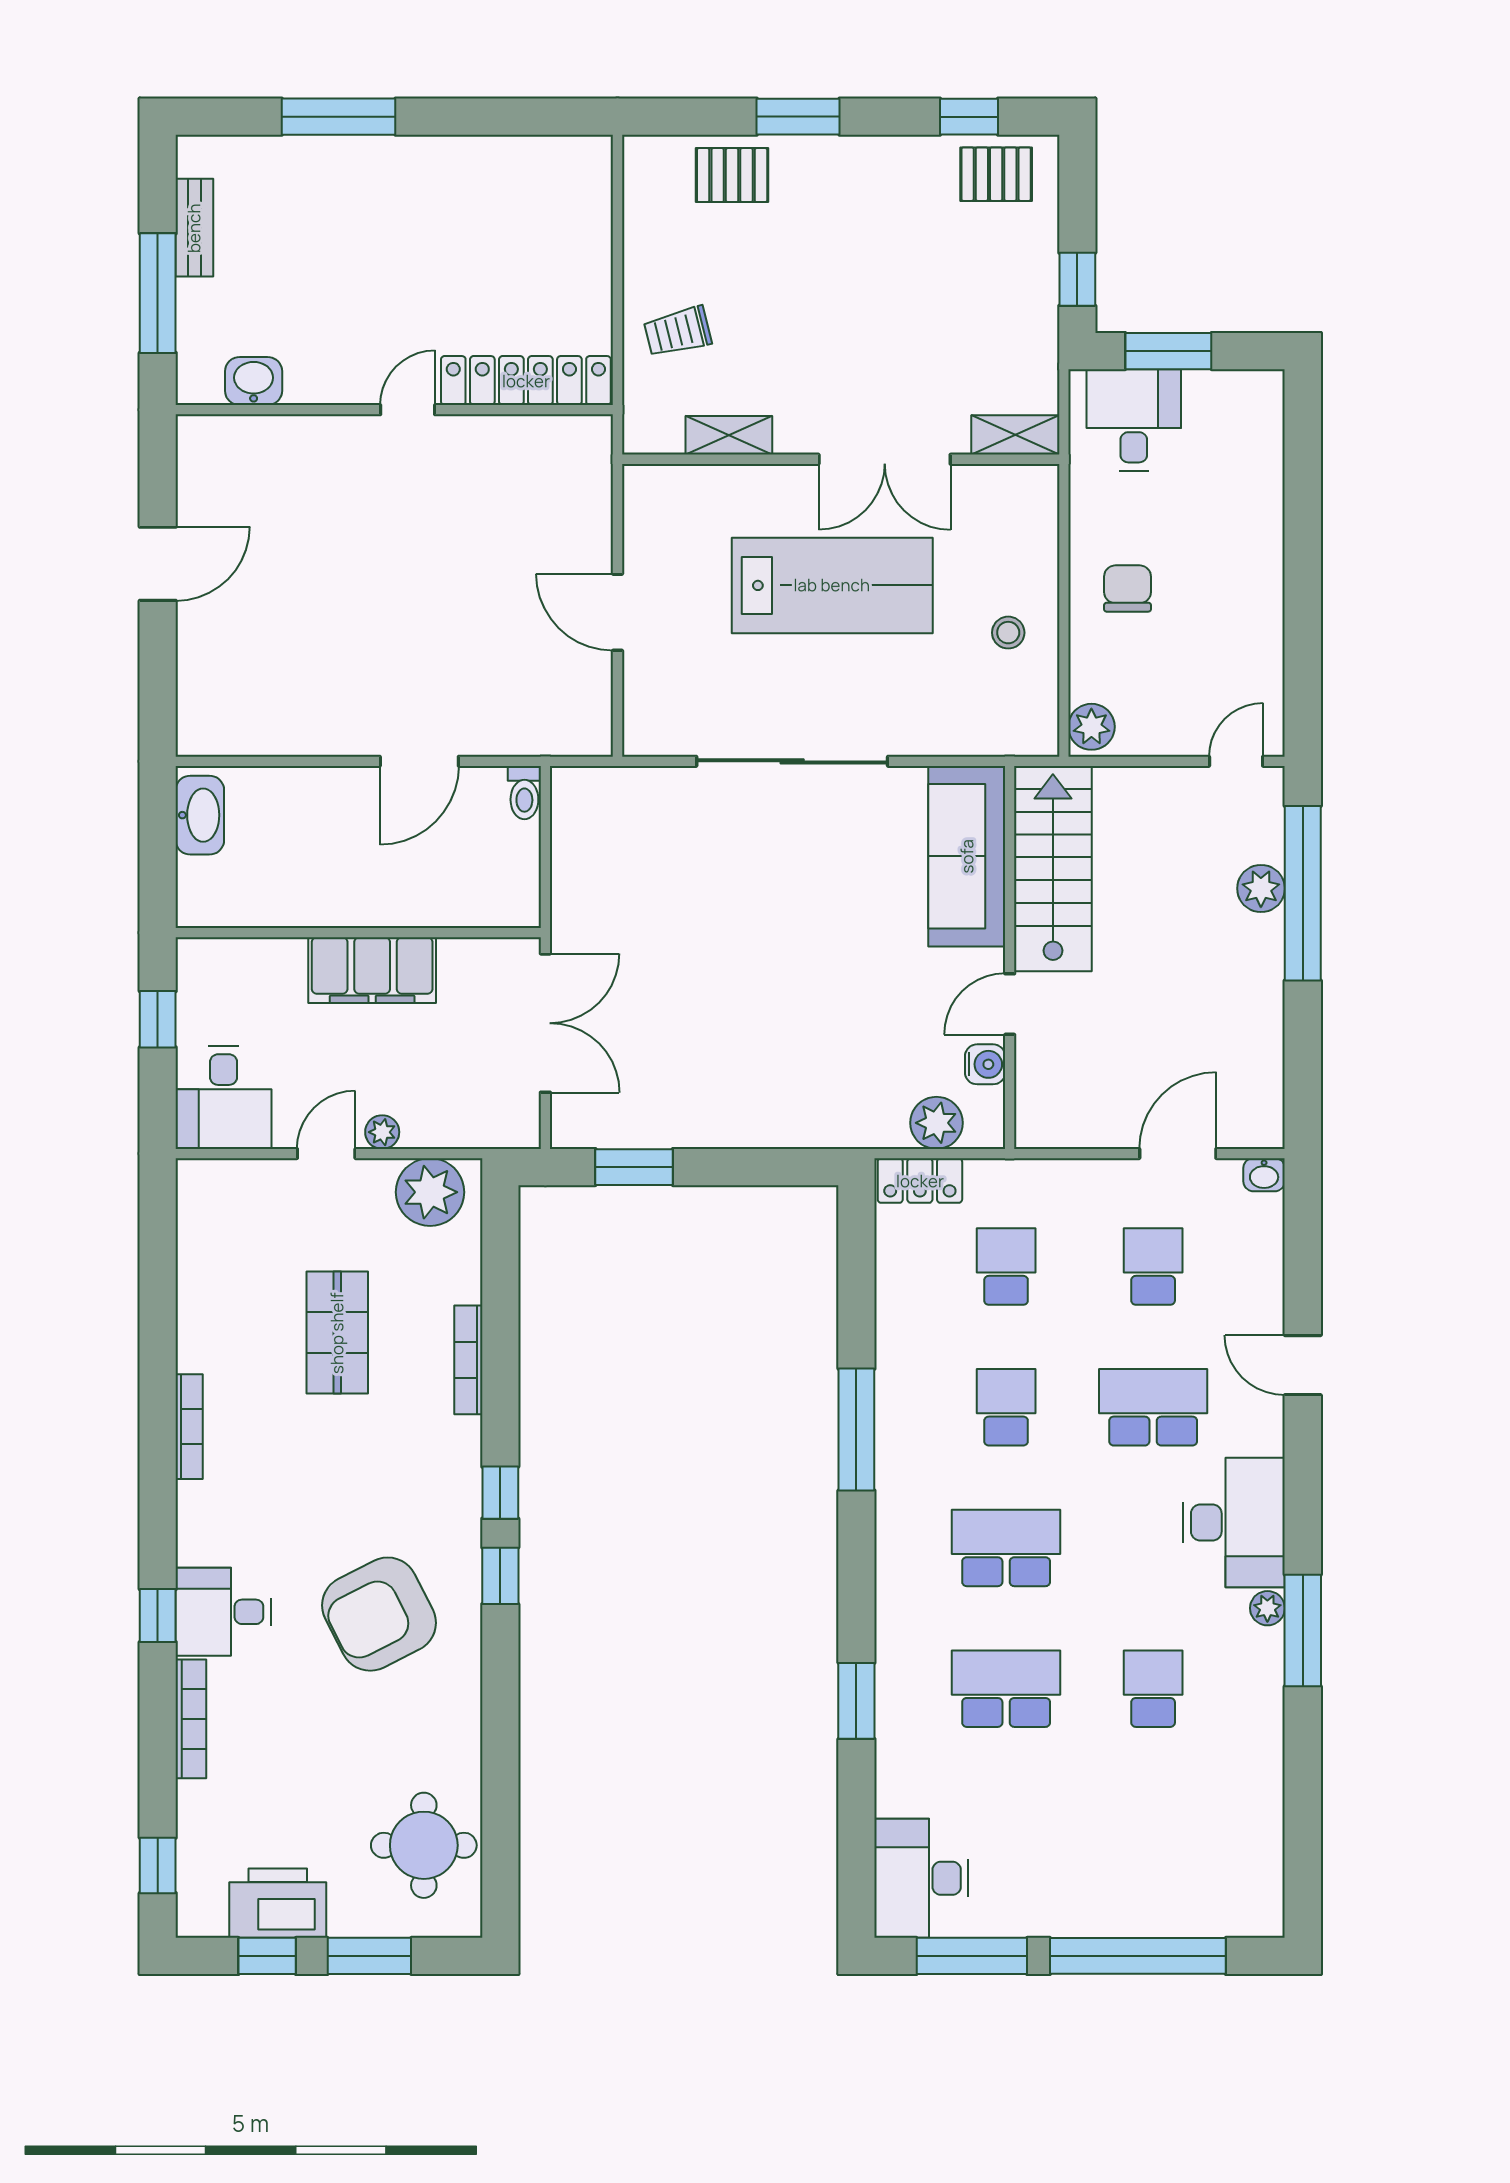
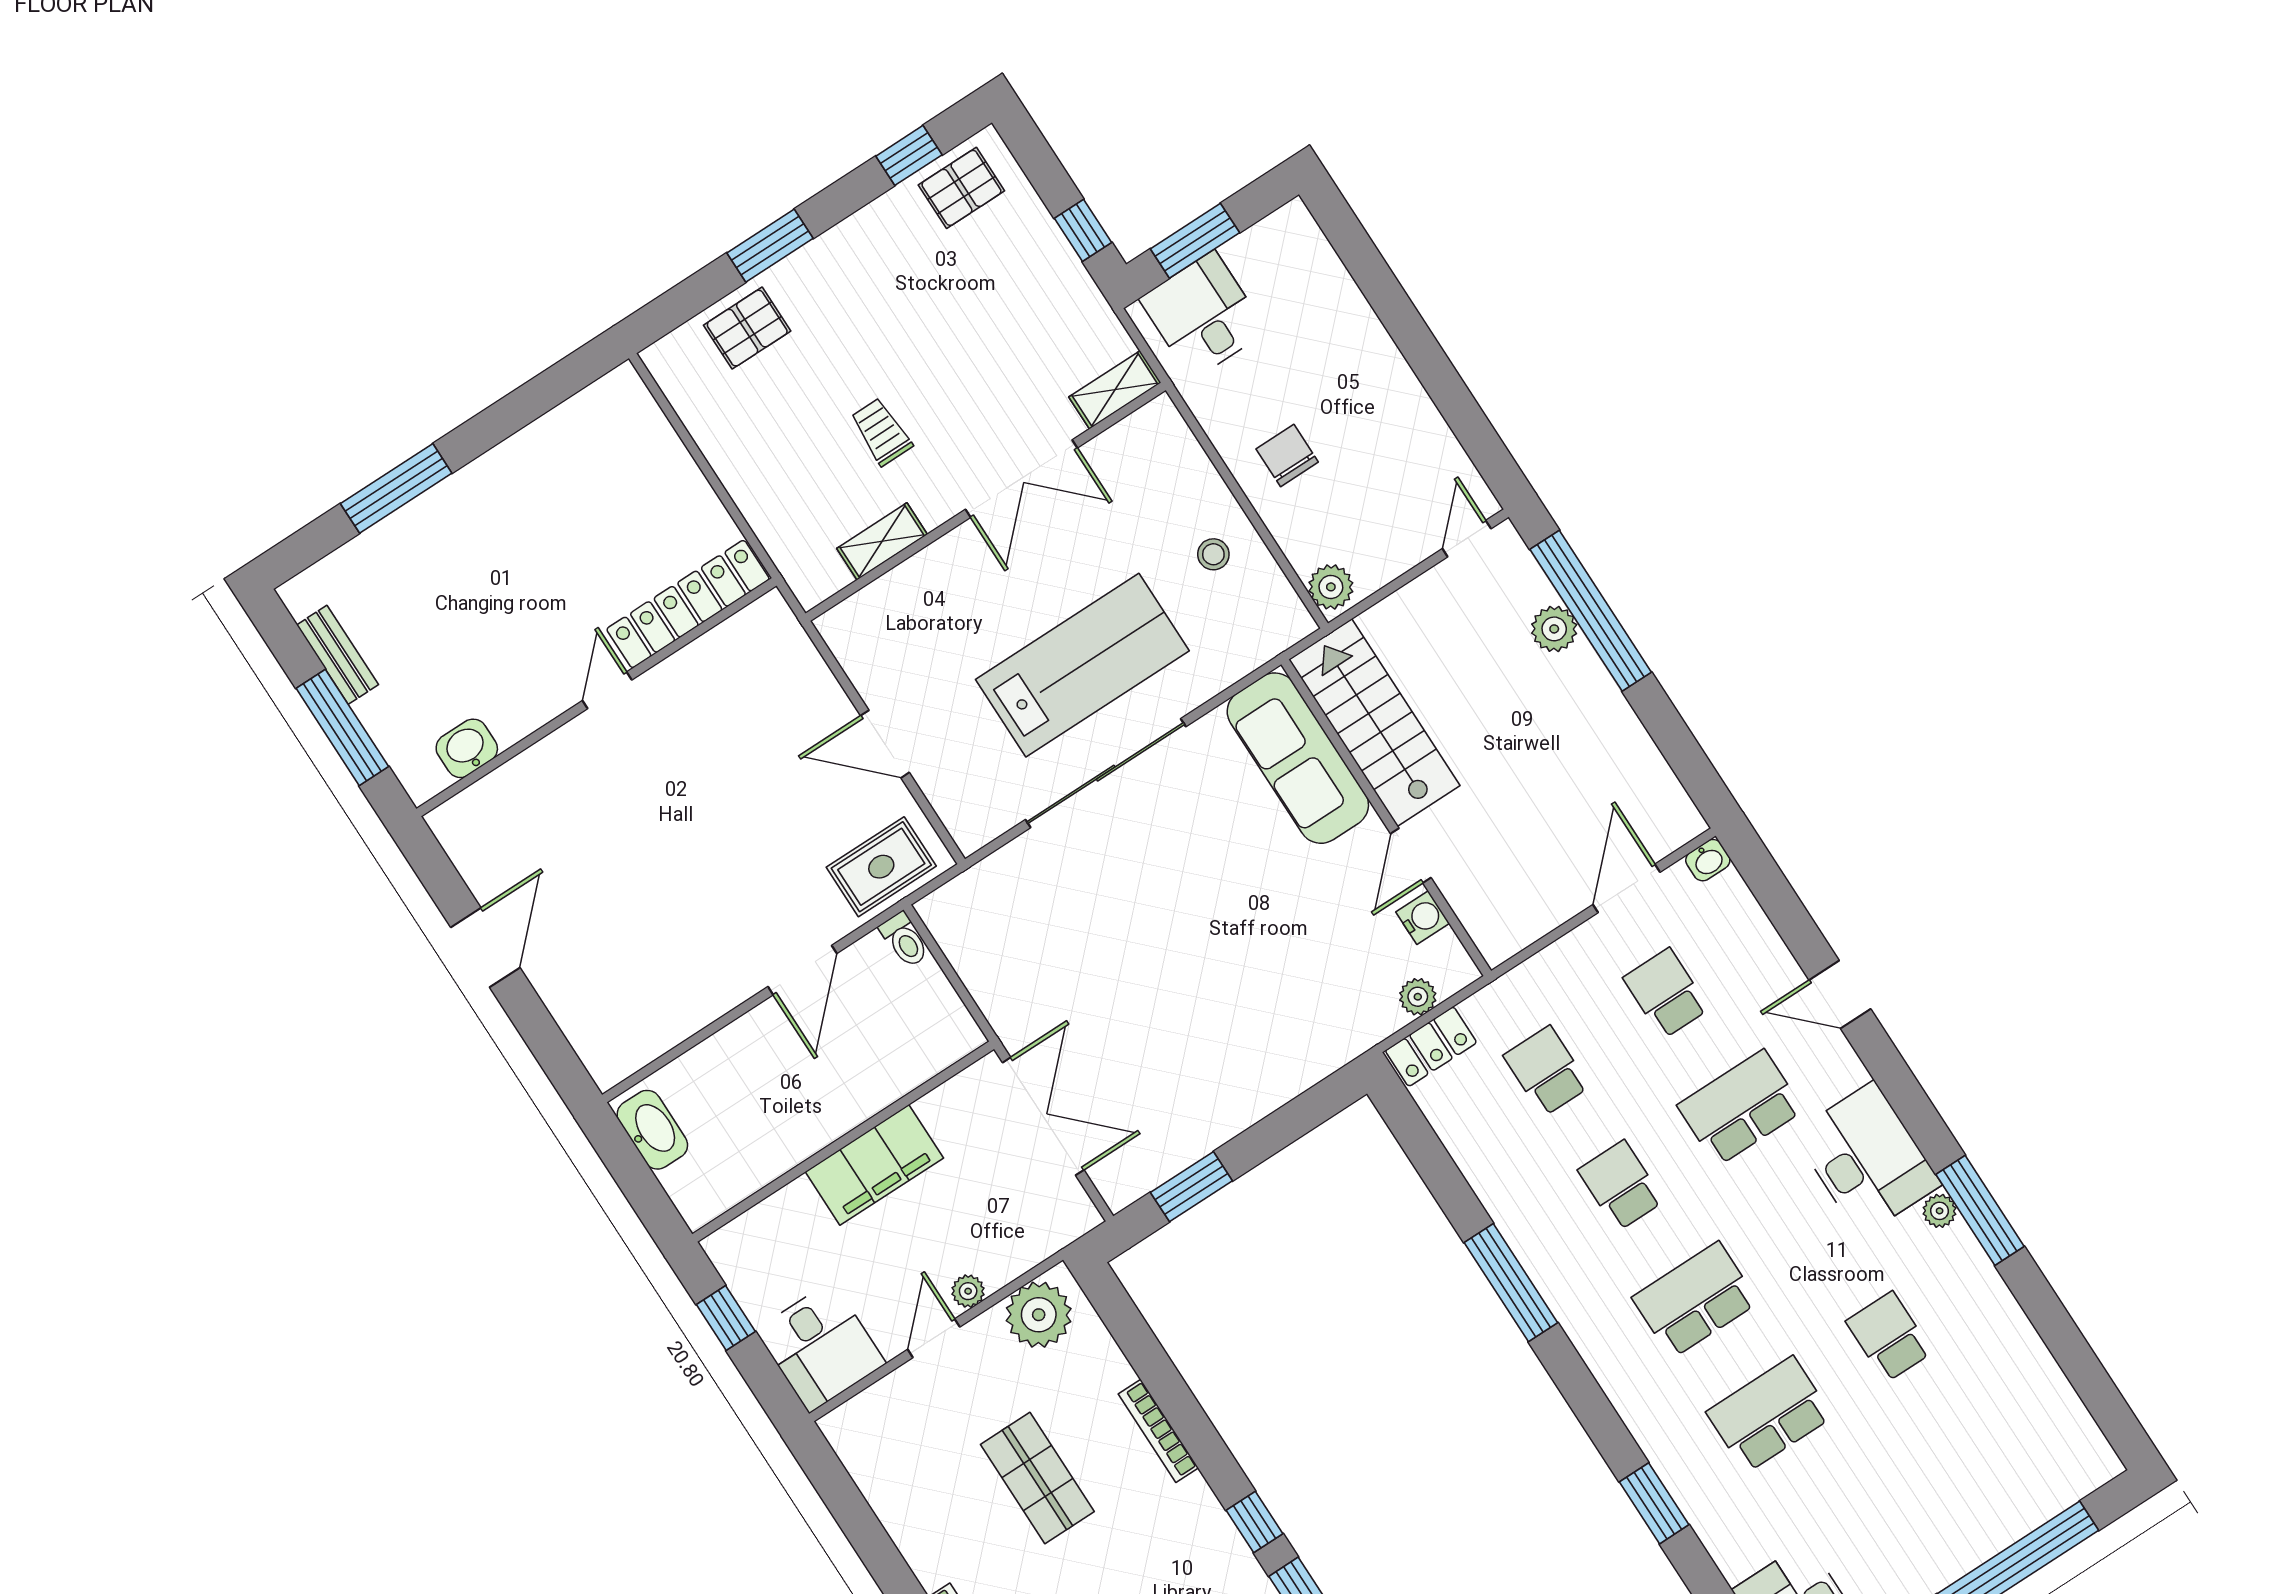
trolley: (678, 332) -> (881, 432), moved, turned 104
lab bench: (832, 585) -> (1082, 665), moved
rug: (546, 716) -> (881, 867), added
plant: (936, 1123) -> (1418, 997), width x0.73, depth x0.73

